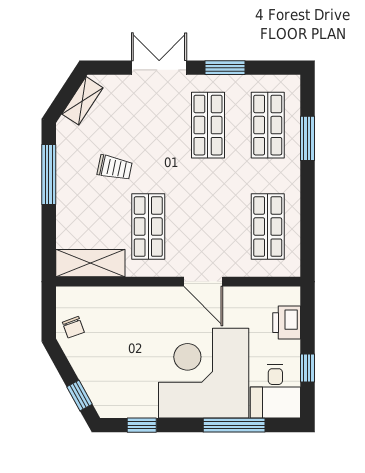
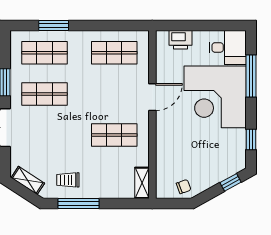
trolley: (115, 168) -> (68, 180), moved, turned -102
shelving: (90, 263) -> (142, 183), width x0.67, depth x0.75
window: (307, 368) -> (212, 25), removed

